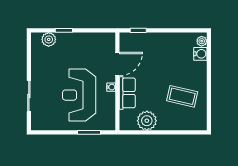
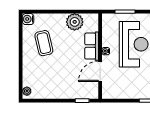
water cooler: (200, 54) -> (28, 19), moved
coffee table: (182, 96) -> (44, 43), turned 64

